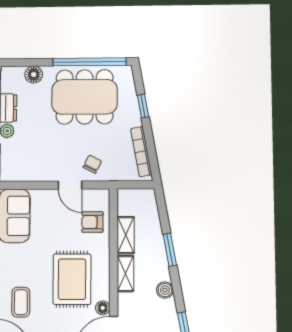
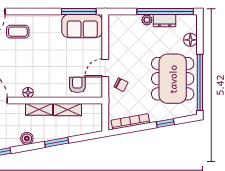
rug: (72, 279) -> (35, 70), removed
floor lamp: (103, 308) -> (28, 93), moved

